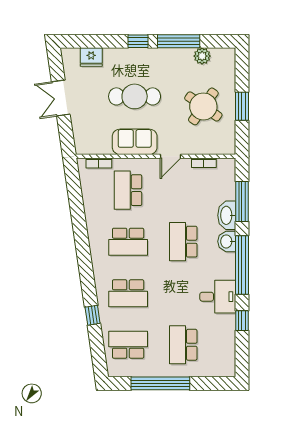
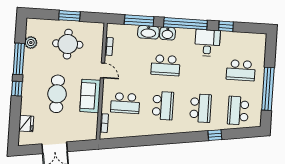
round table: (203, 106) -> (68, 44), turned -35

